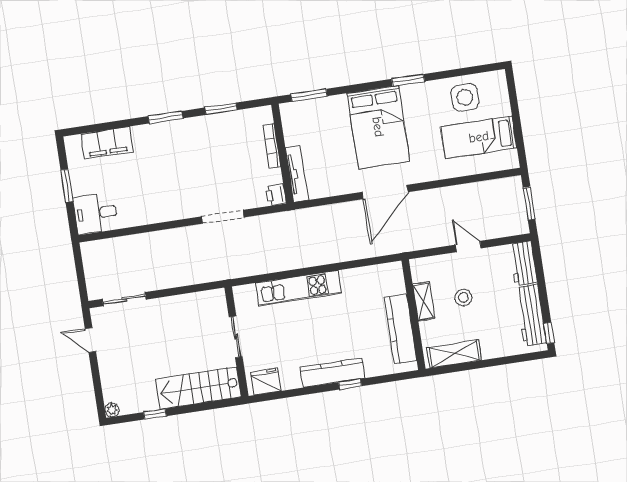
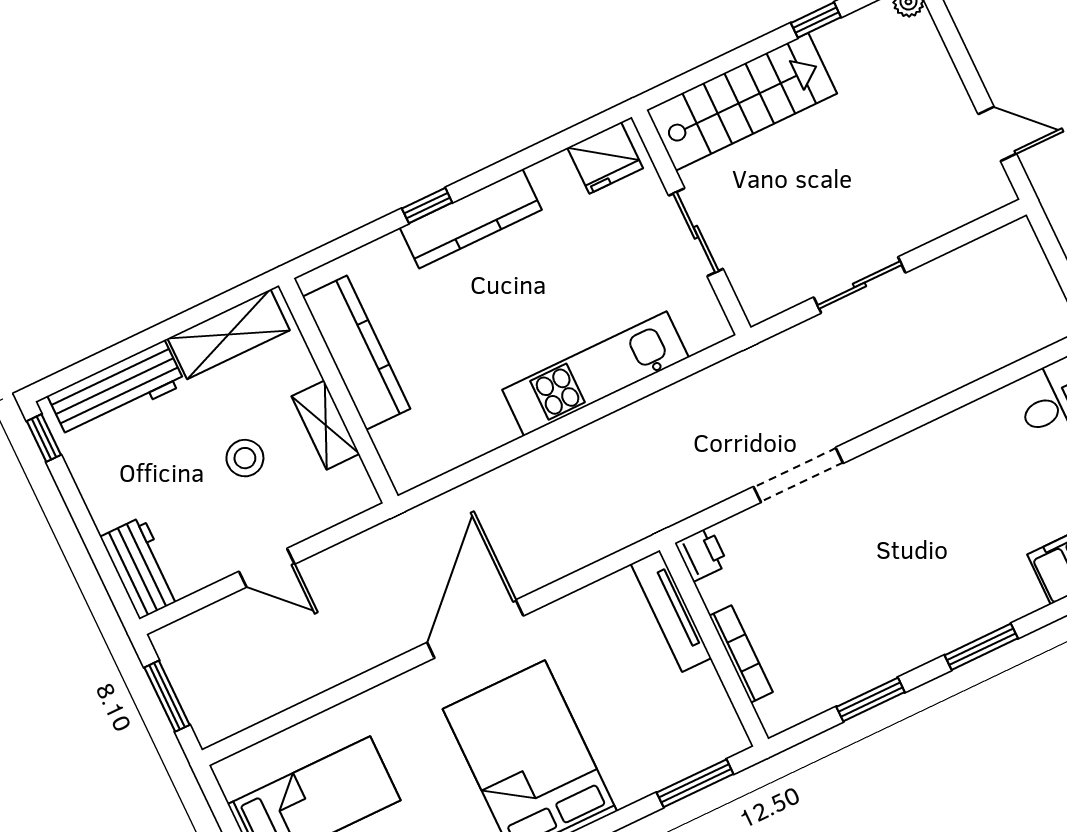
sliding door: (124, 299) -> (860, 285), moved
workbench: (531, 315) -> (116, 390), moved, turned 90

